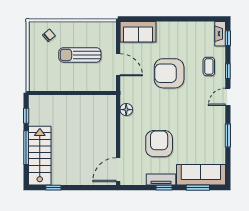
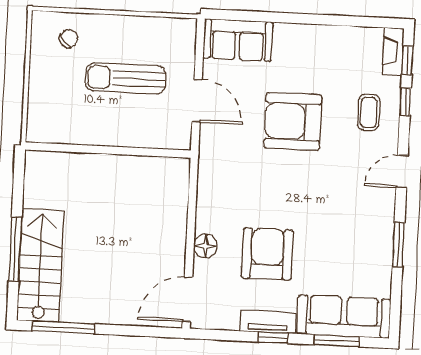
window: (228, 71) -> (405, 102), moved
floor lamp: (126, 110) -> (205, 246), moved
window: (26, 116) -> (18, 189), removed
window: (53, 188) -> (63, 327), width x2.17

